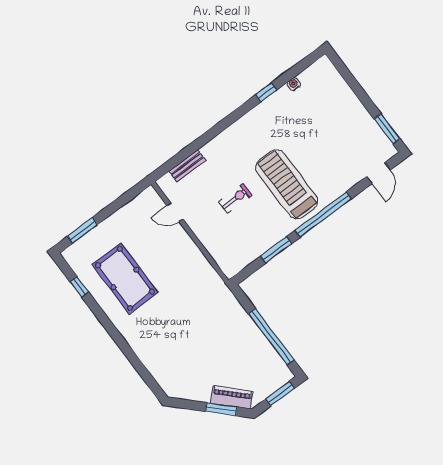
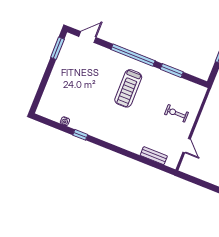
treadmill: (287, 184) -> (128, 88), width x0.73, depth x0.73
exercise bike: (235, 198) -> (176, 113), moved

